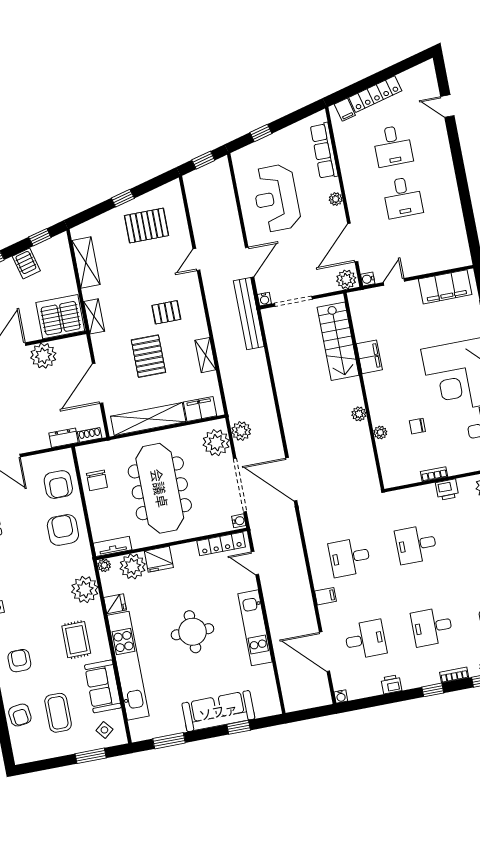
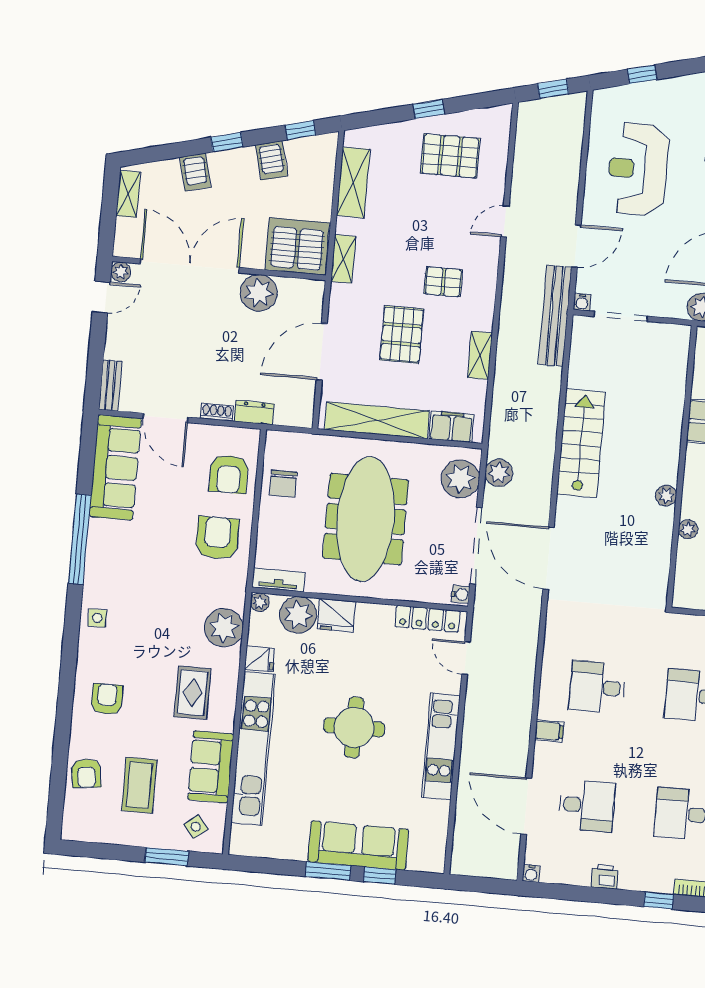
stairs: (338, 341) -> (581, 443), moved, turned 180
shoe rack: (90, 435) -> (217, 412), moved
window: (169, 741) -> (328, 871), moved

